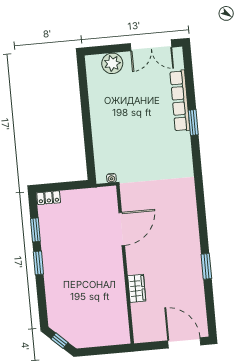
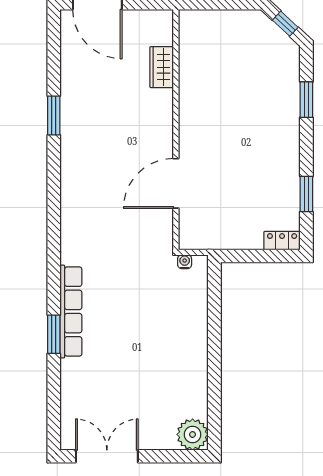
plant: (112, 63) -> (193, 434), moved
row of seats: (180, 101) -> (71, 312), moved
window: (38, 263) -> (306, 100), moved
wardrobe: (137, 288) -> (162, 67), moved

